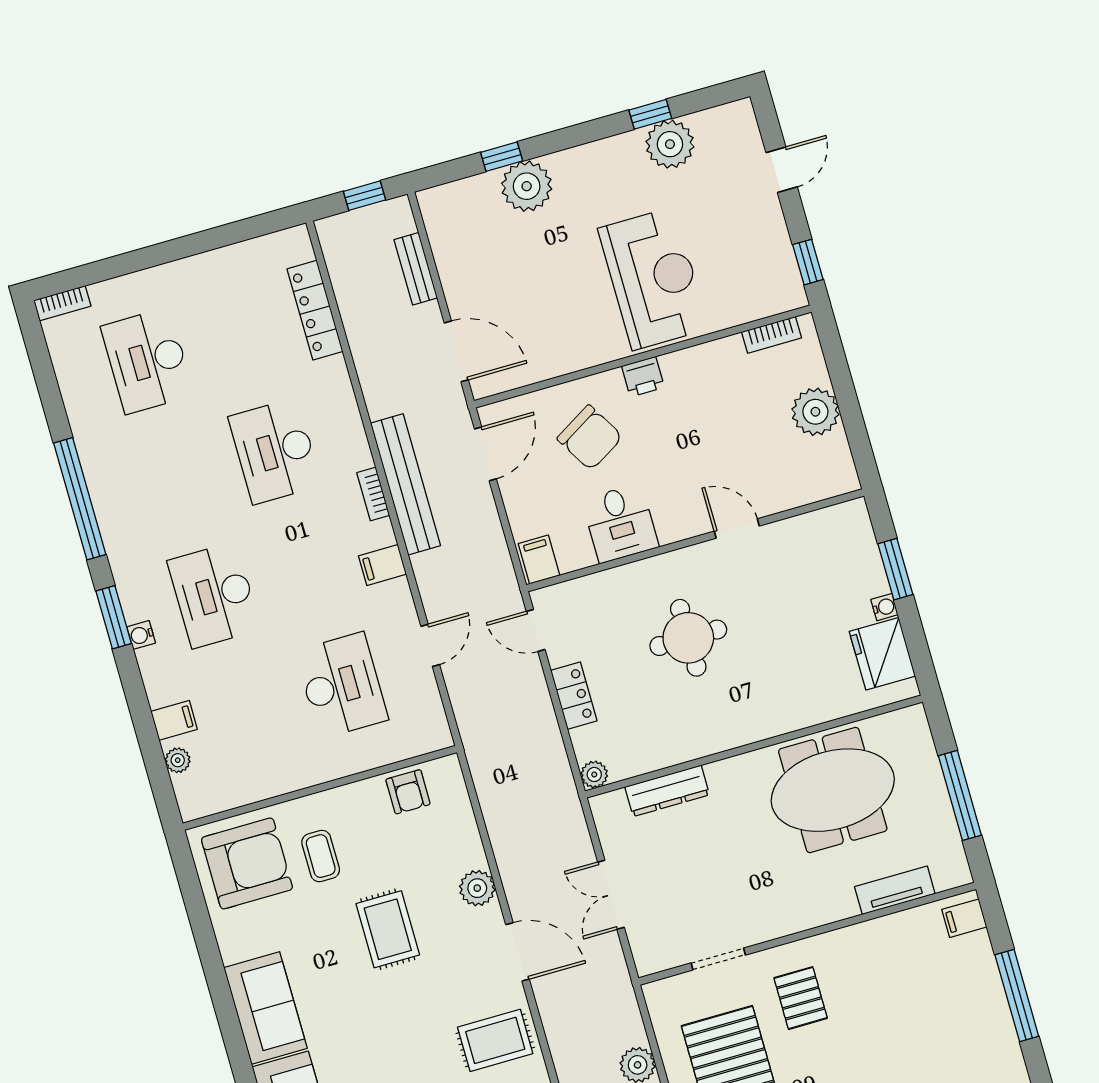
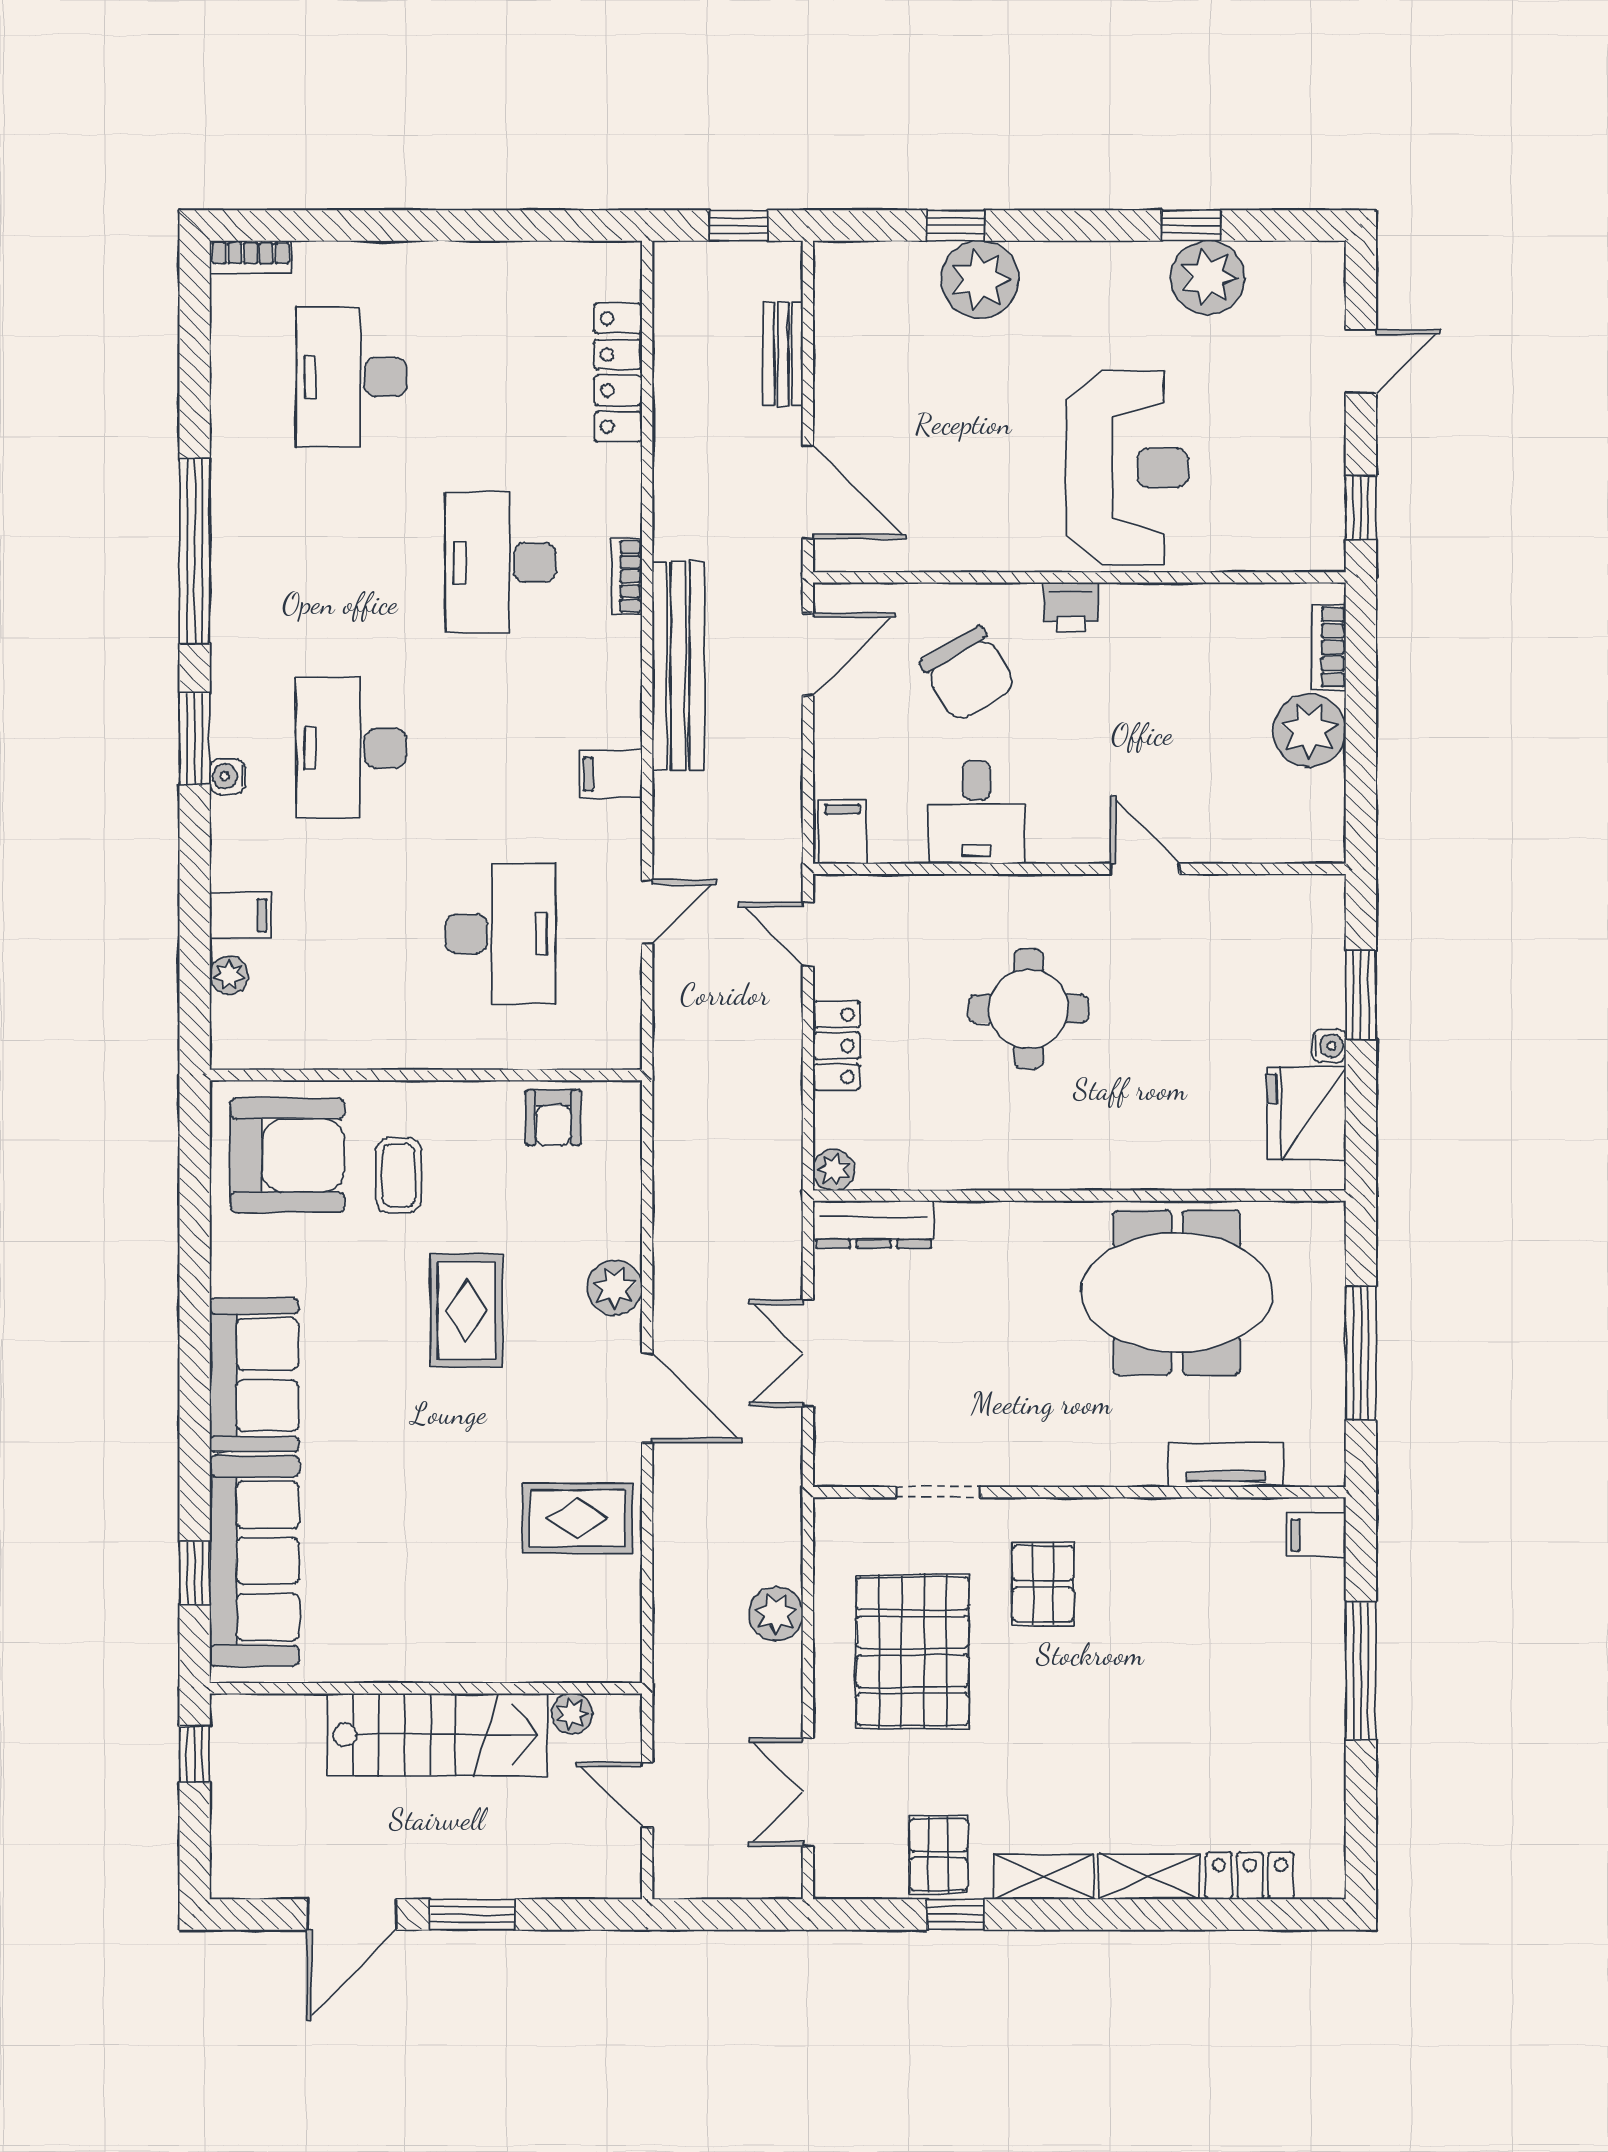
bookcase: (772, 335) -> (1329, 647), moved, turned 90
bookcase: (373, 494) -> (627, 577), moved
dresser: (667, 791) -> (874, 1224), moved

